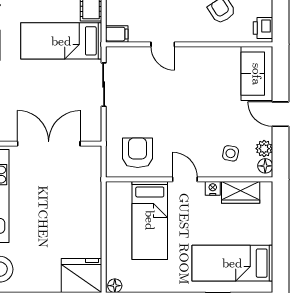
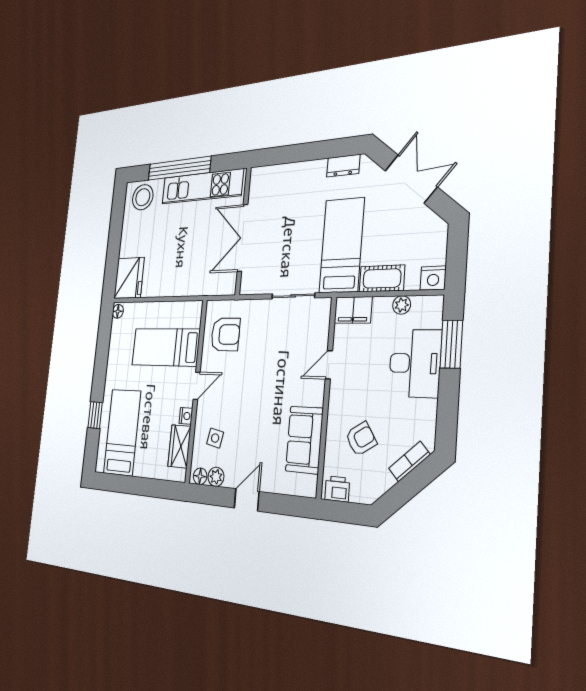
filing cabinet: (117, 34) -> (353, 310), width x2.00
sofa: (257, 74) -> (304, 440), moved, turned -90
double door: (49, 144) -> (242, 238), swing flipped

